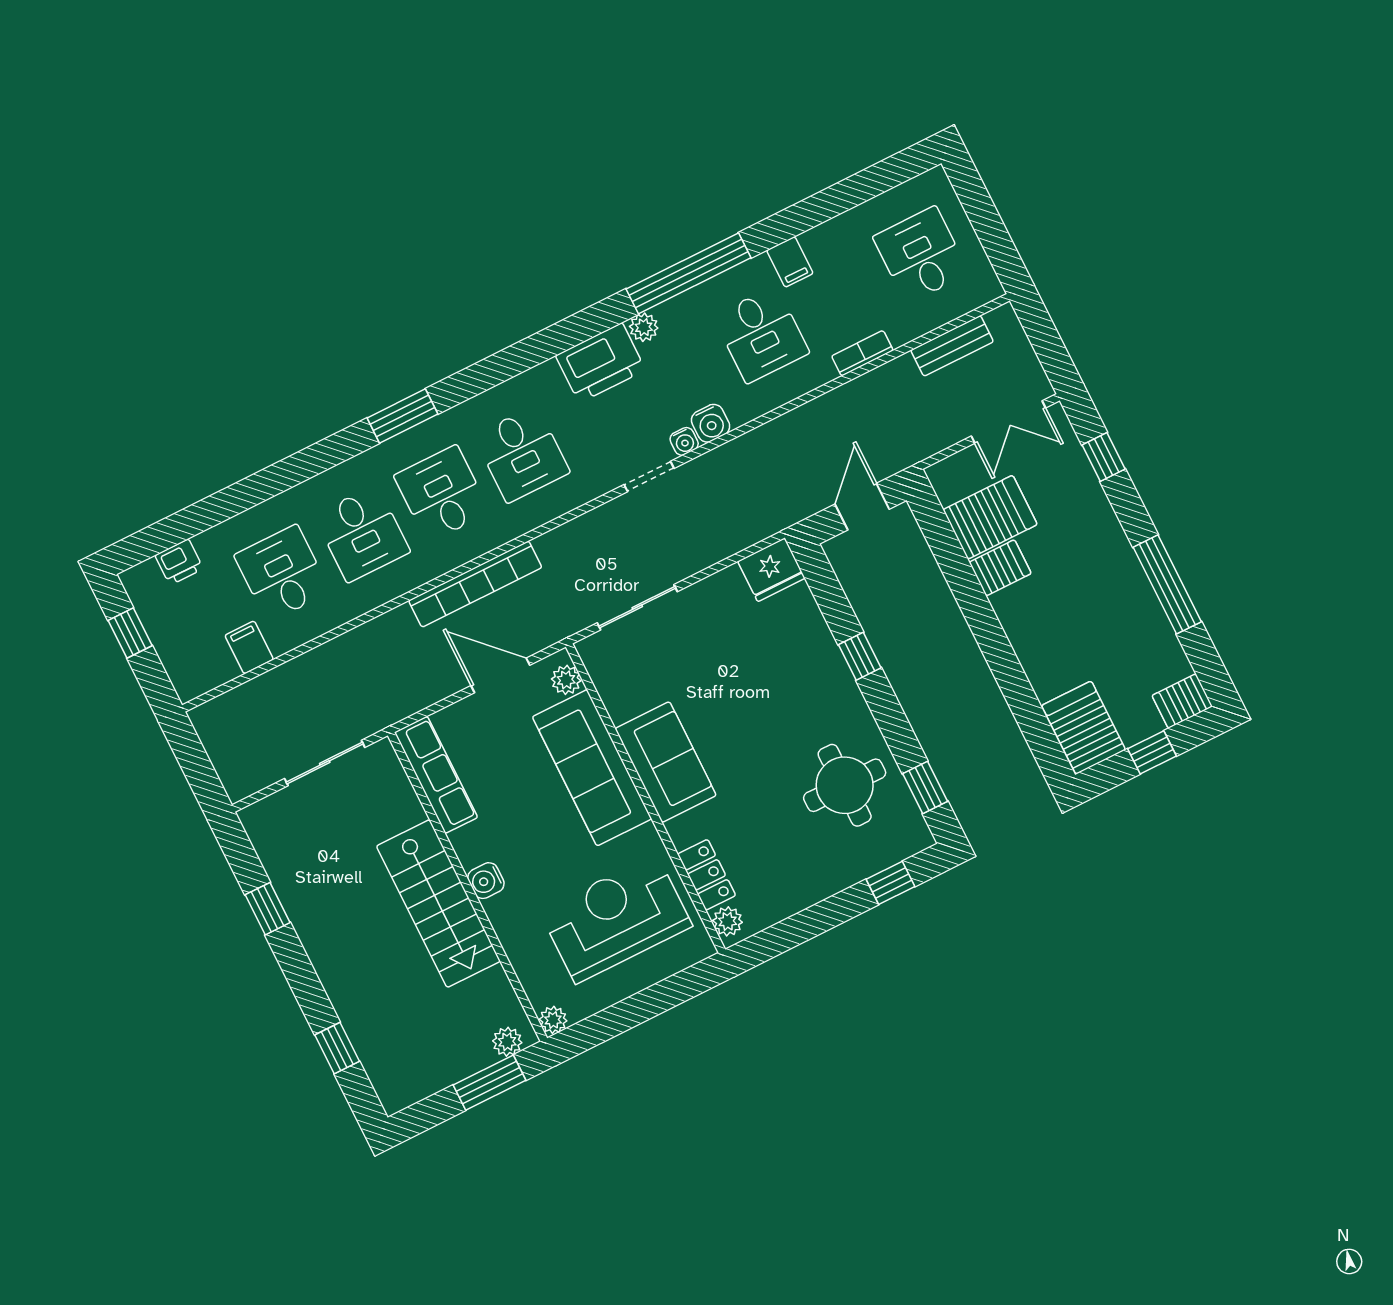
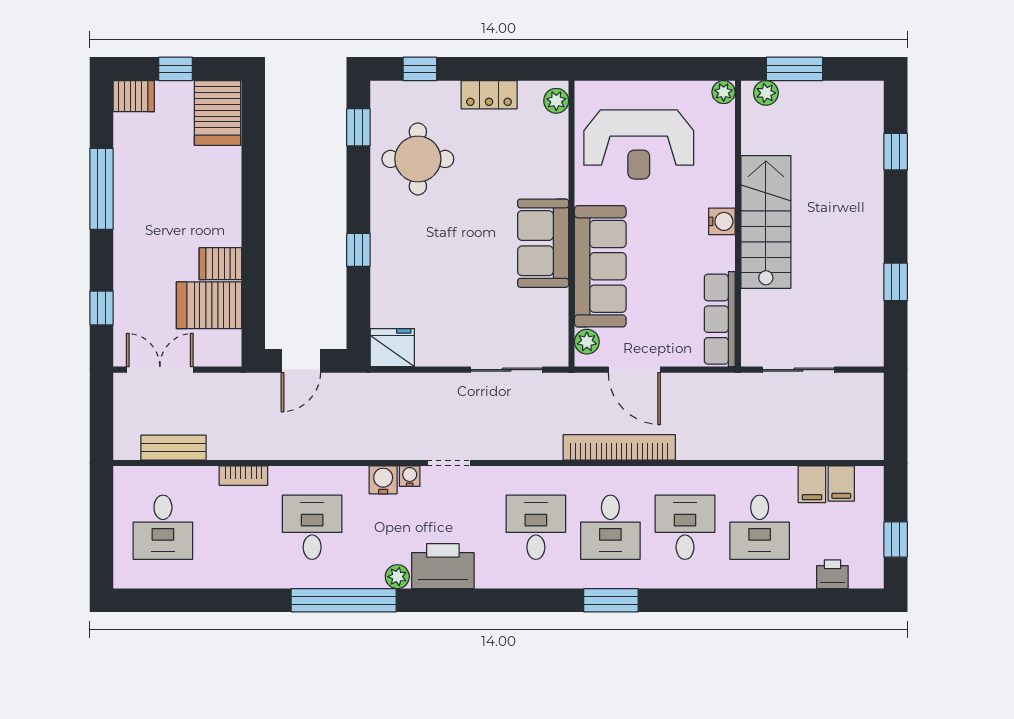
filing cabinet: (790, 262) -> (841, 484), moved, turned 180
locker: (707, 875) -> (489, 95), moved, turned -90

